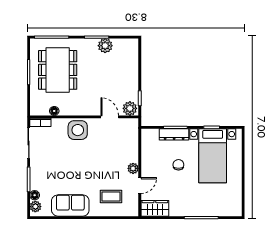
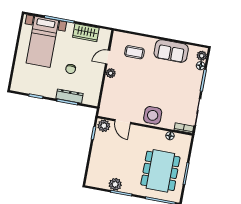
bed with nightstands: (213, 156) -> (42, 42), moved, turned 180
wardrobe: (155, 208) -> (86, 33), moved

